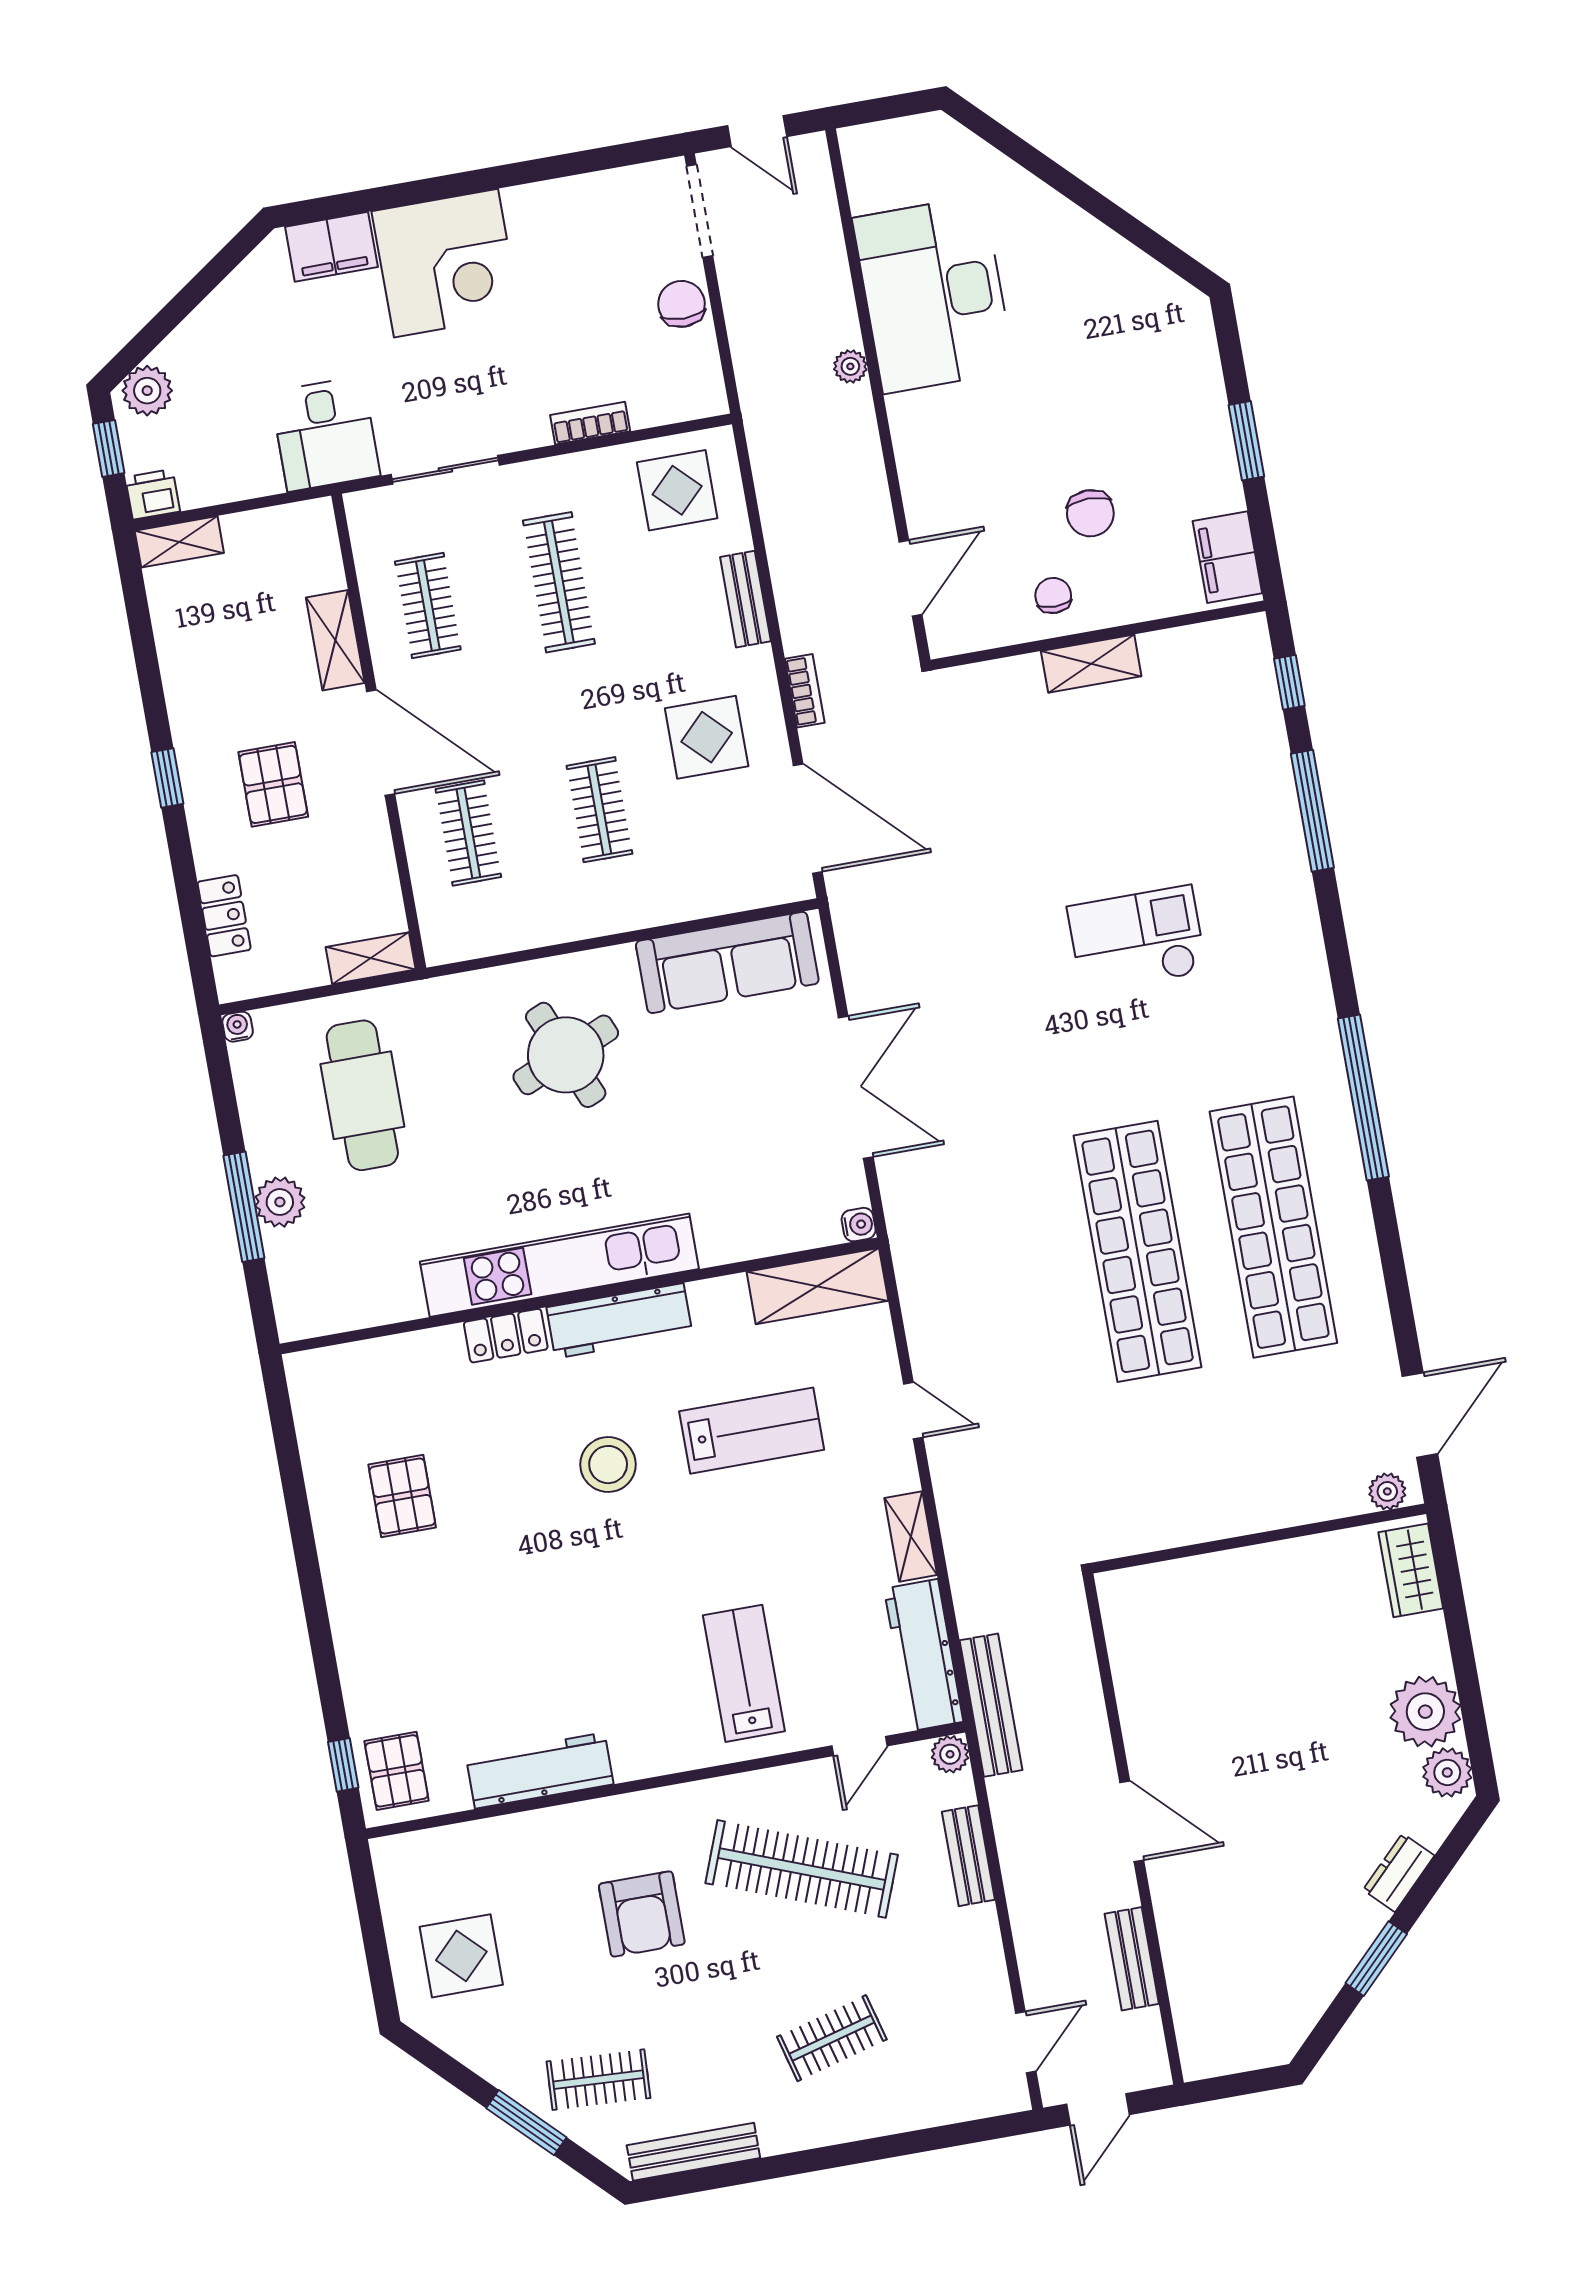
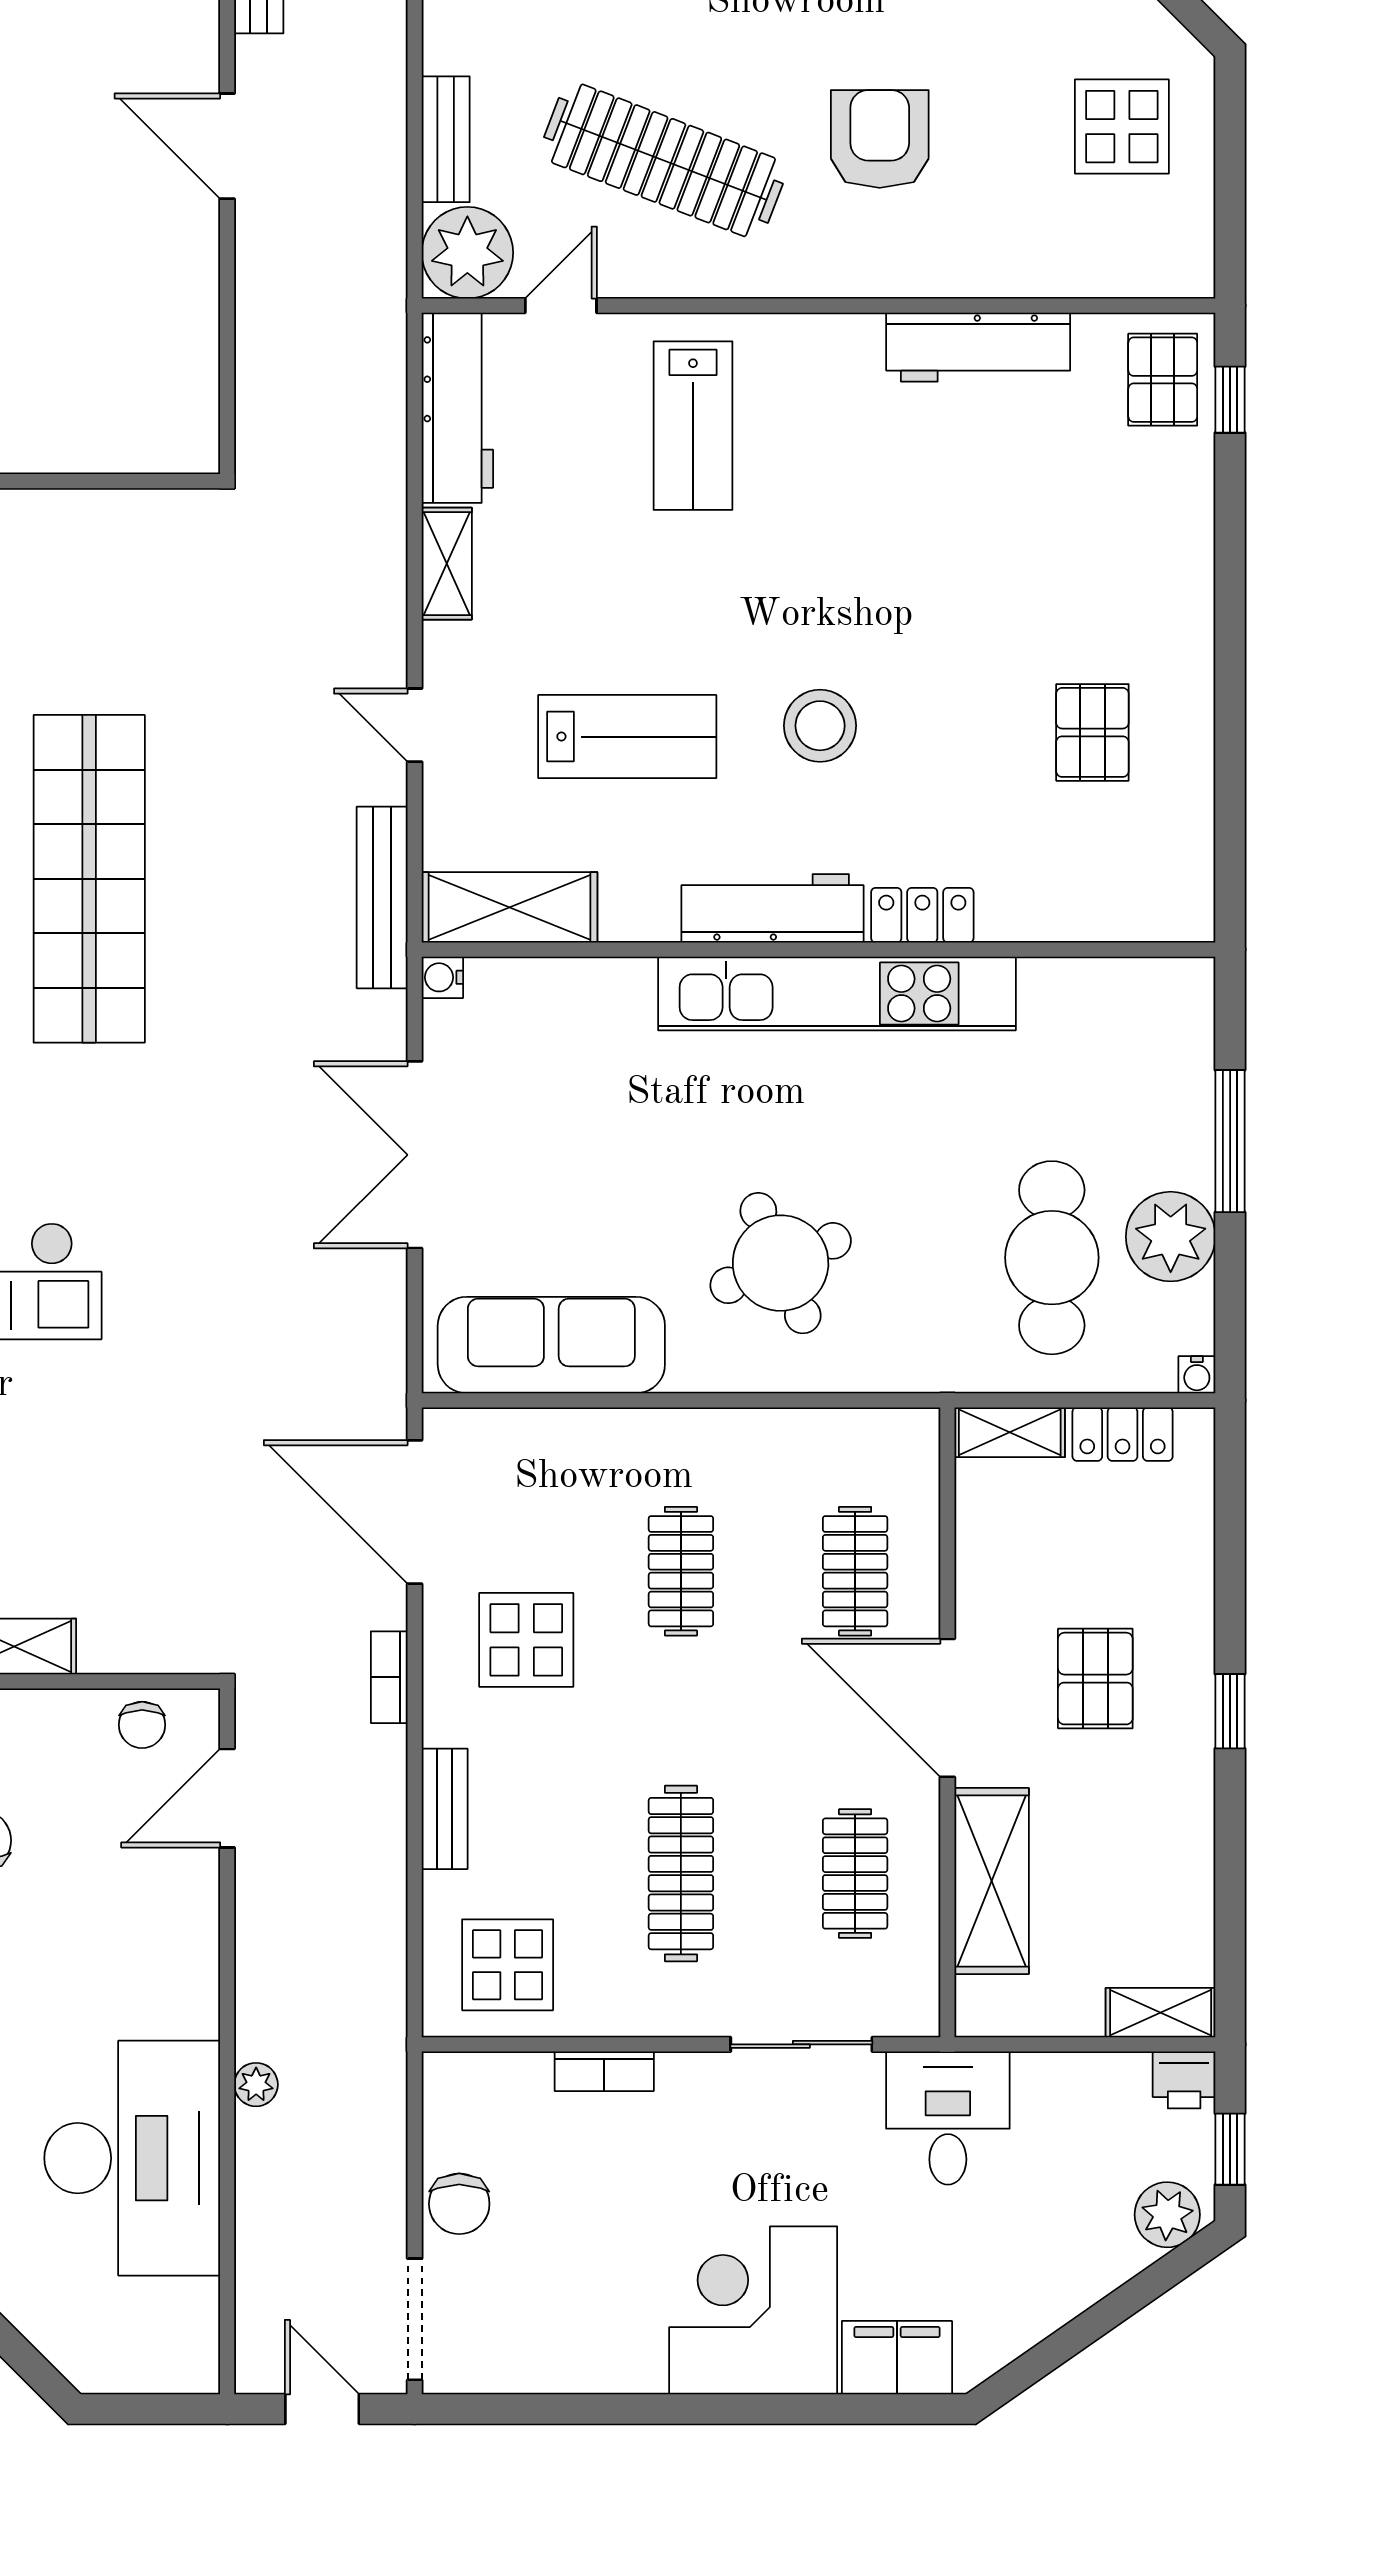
chair: (1053, 595) -> (142, 1725), moved
shelving: (335, 640) -> (992, 1881), width x1.50, depth x1.33
locker: (224, 916) -> (1123, 1434), moved, turned -90
plant: (280, 1202) -> (1171, 1237), moved, width x1.36, depth x1.36
lab bench: (752, 1431) -> (627, 737), turned 180
bench: (991, 1705) -> (382, 897), moved
plant: (950, 1754) -> (467, 253), width x1.87, depth x1.87

